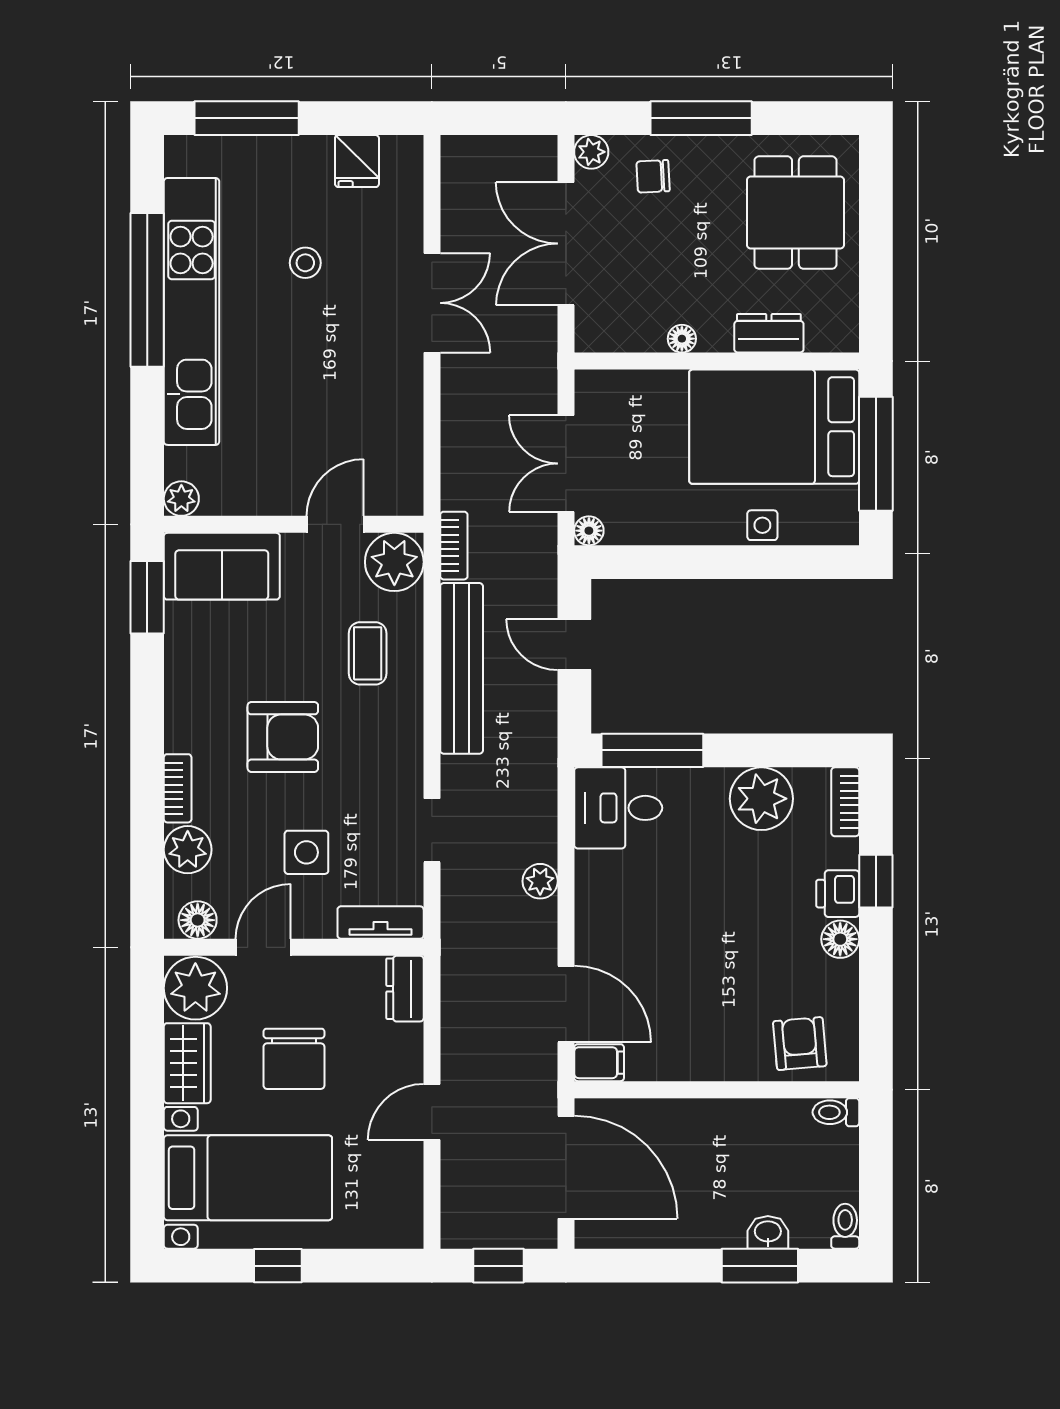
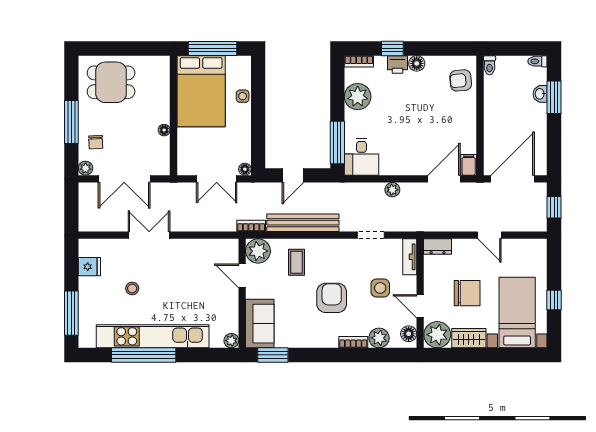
dresser: (769, 333) -> (162, 93), removed
coffee table: (368, 653) -> (296, 262), turned 90

